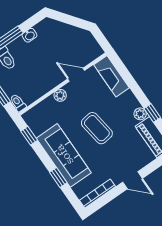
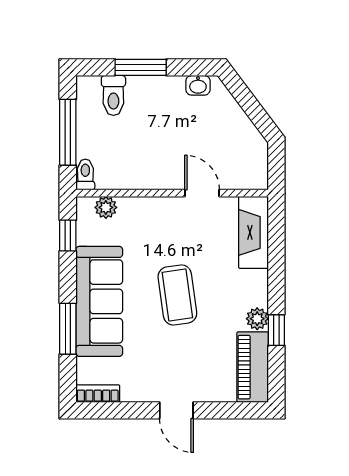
washbasin: (29, 35) -> (198, 85), moved
plant: (60, 95) -> (106, 207), moved
window: (58, 178) -> (68, 329), width x1.50
bookcase: (97, 193) -> (98, 394), width x0.64

